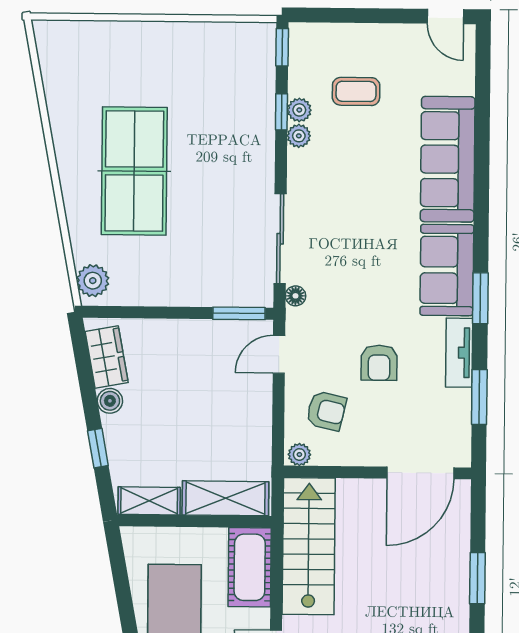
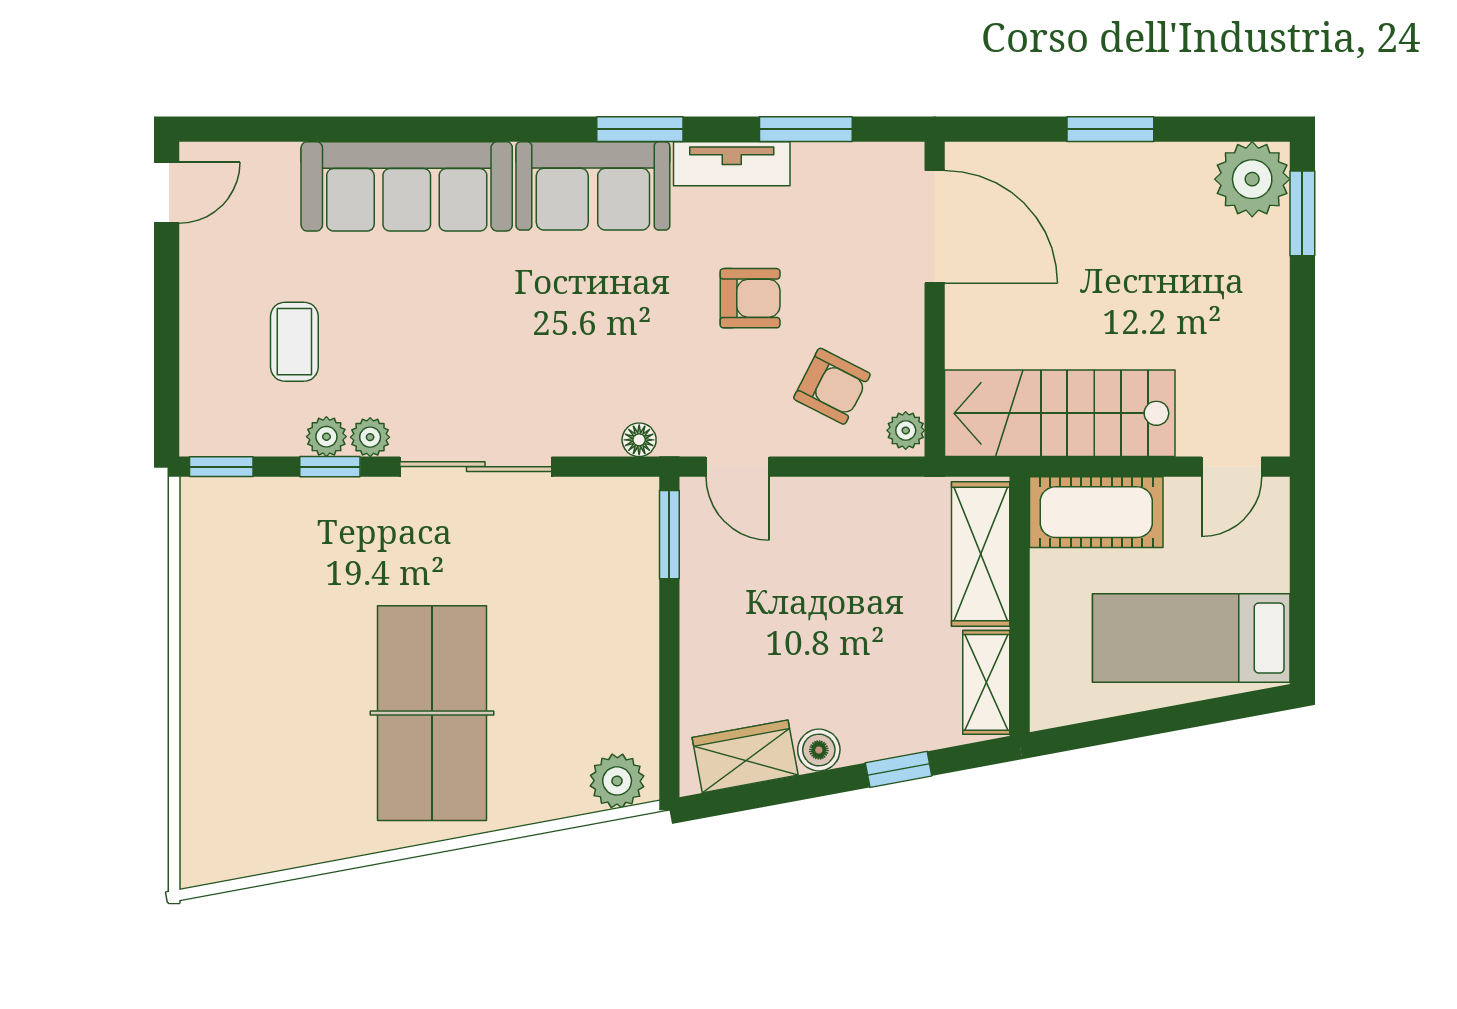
table tennis table: (134, 171) -> (432, 713), turned 90
sliding door: (280, 239) -> (476, 467), moved
armchair: (326, 411) -> (832, 386), turned 104

